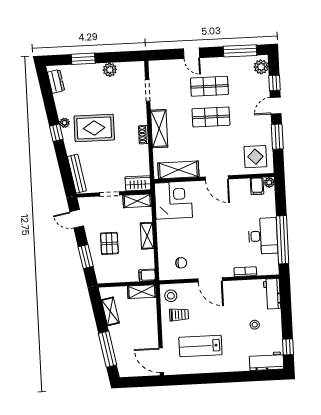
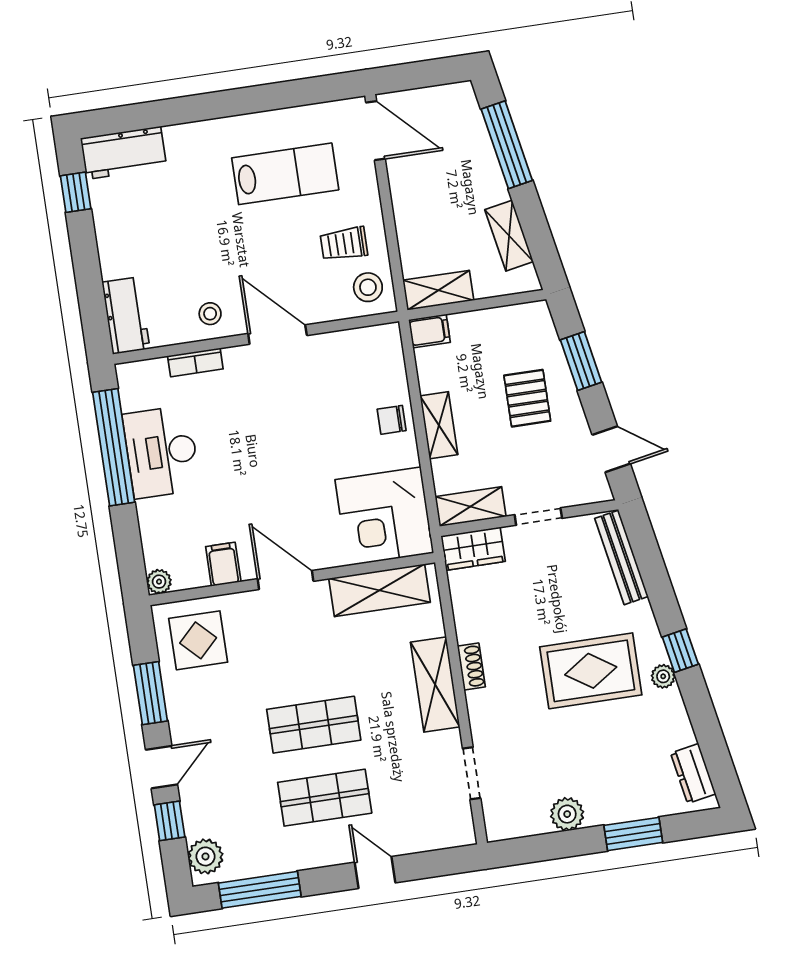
filing cabinet: (257, 186) -> (223, 564), moved
chair: (181, 263) -> (392, 420), moved
stool: (255, 325) -> (210, 314), moved

